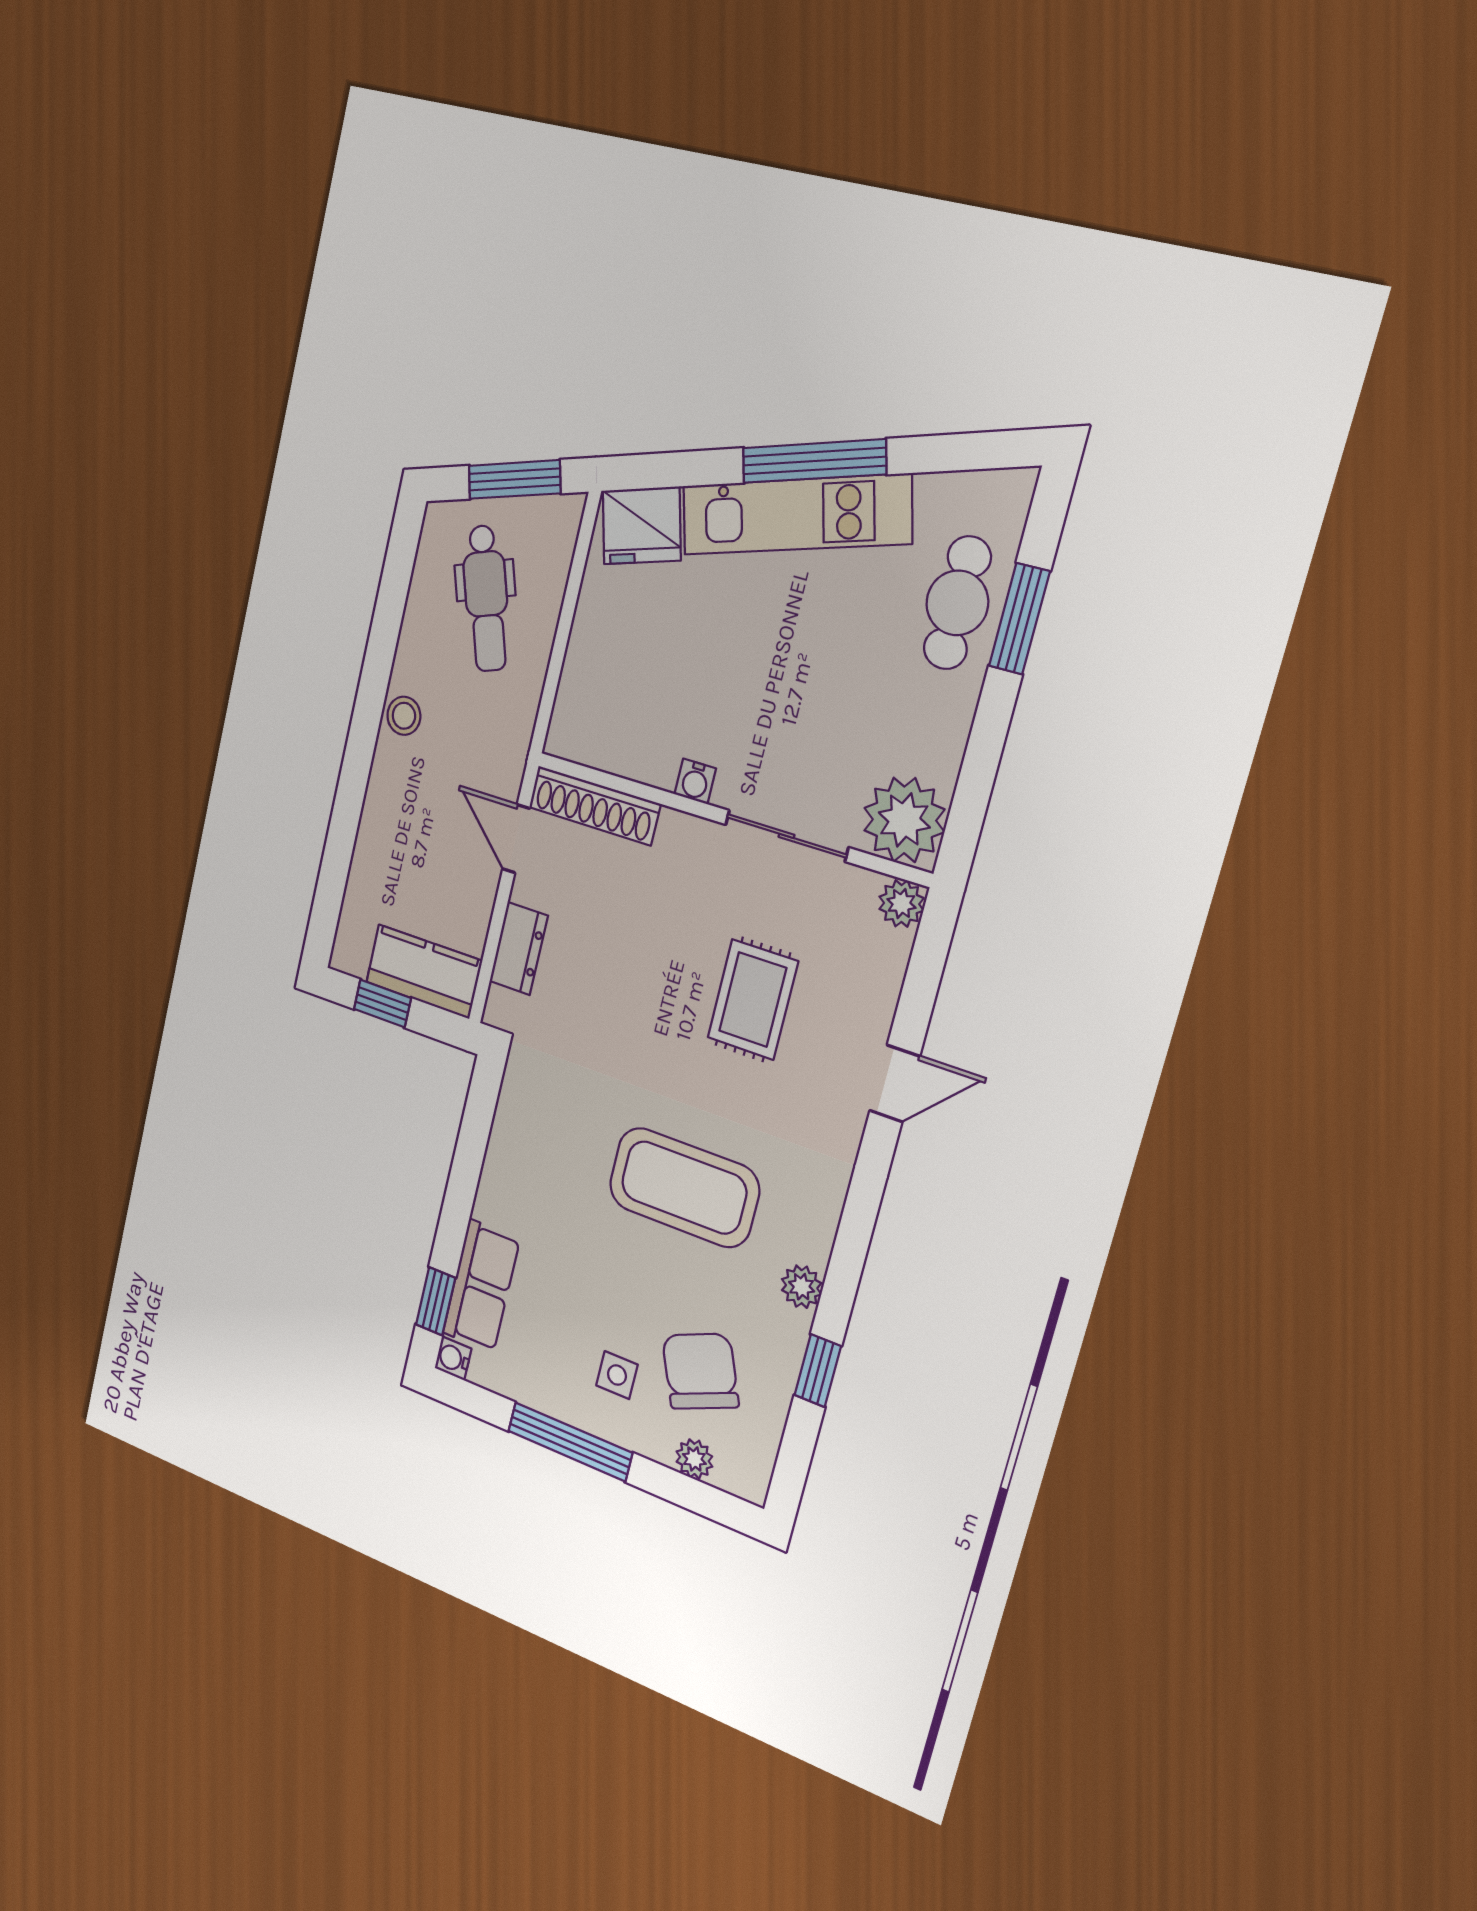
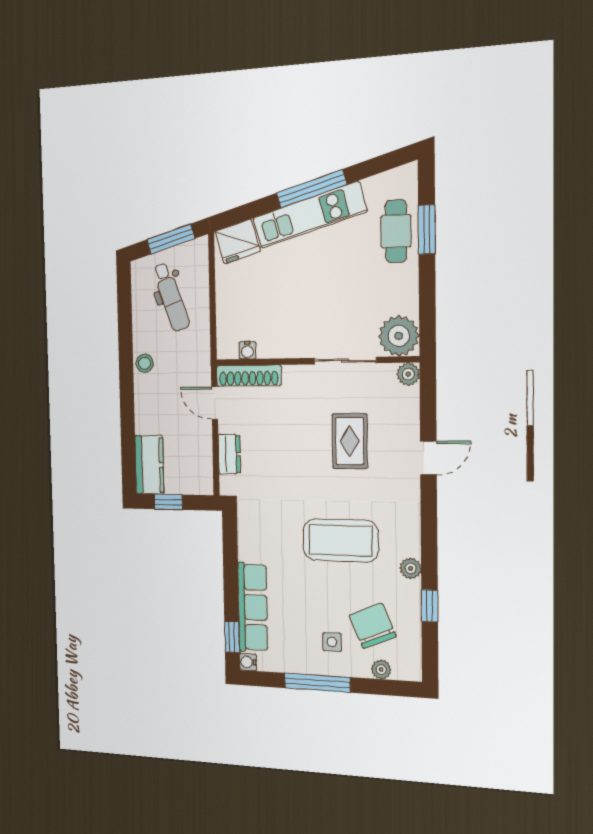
water cooler: (695, 781) -> (247, 350), moved
kitchen counter: (424, 971) -> (149, 465), moved, turned 90
row of seats: (481, 1286) -> (253, 607), width x1.48

